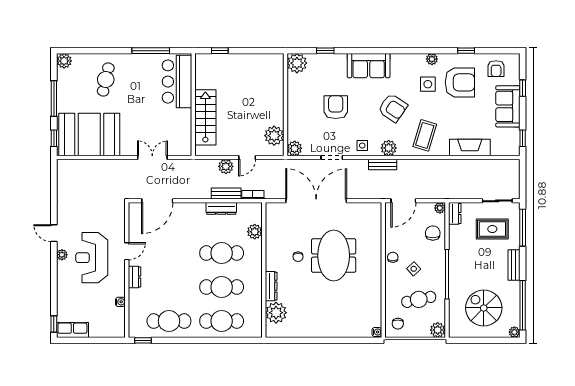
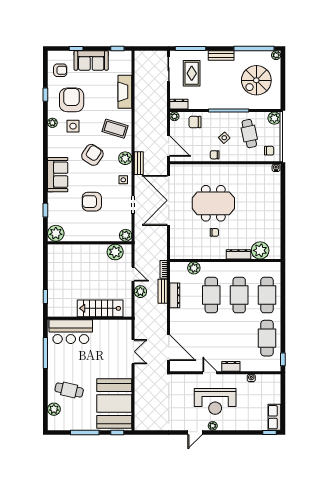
plant: (64, 61) -> (54, 409), moved
double door: (152, 157) -> (133, 352), swing flipped
double door: (316, 201) -> (169, 200), moved

